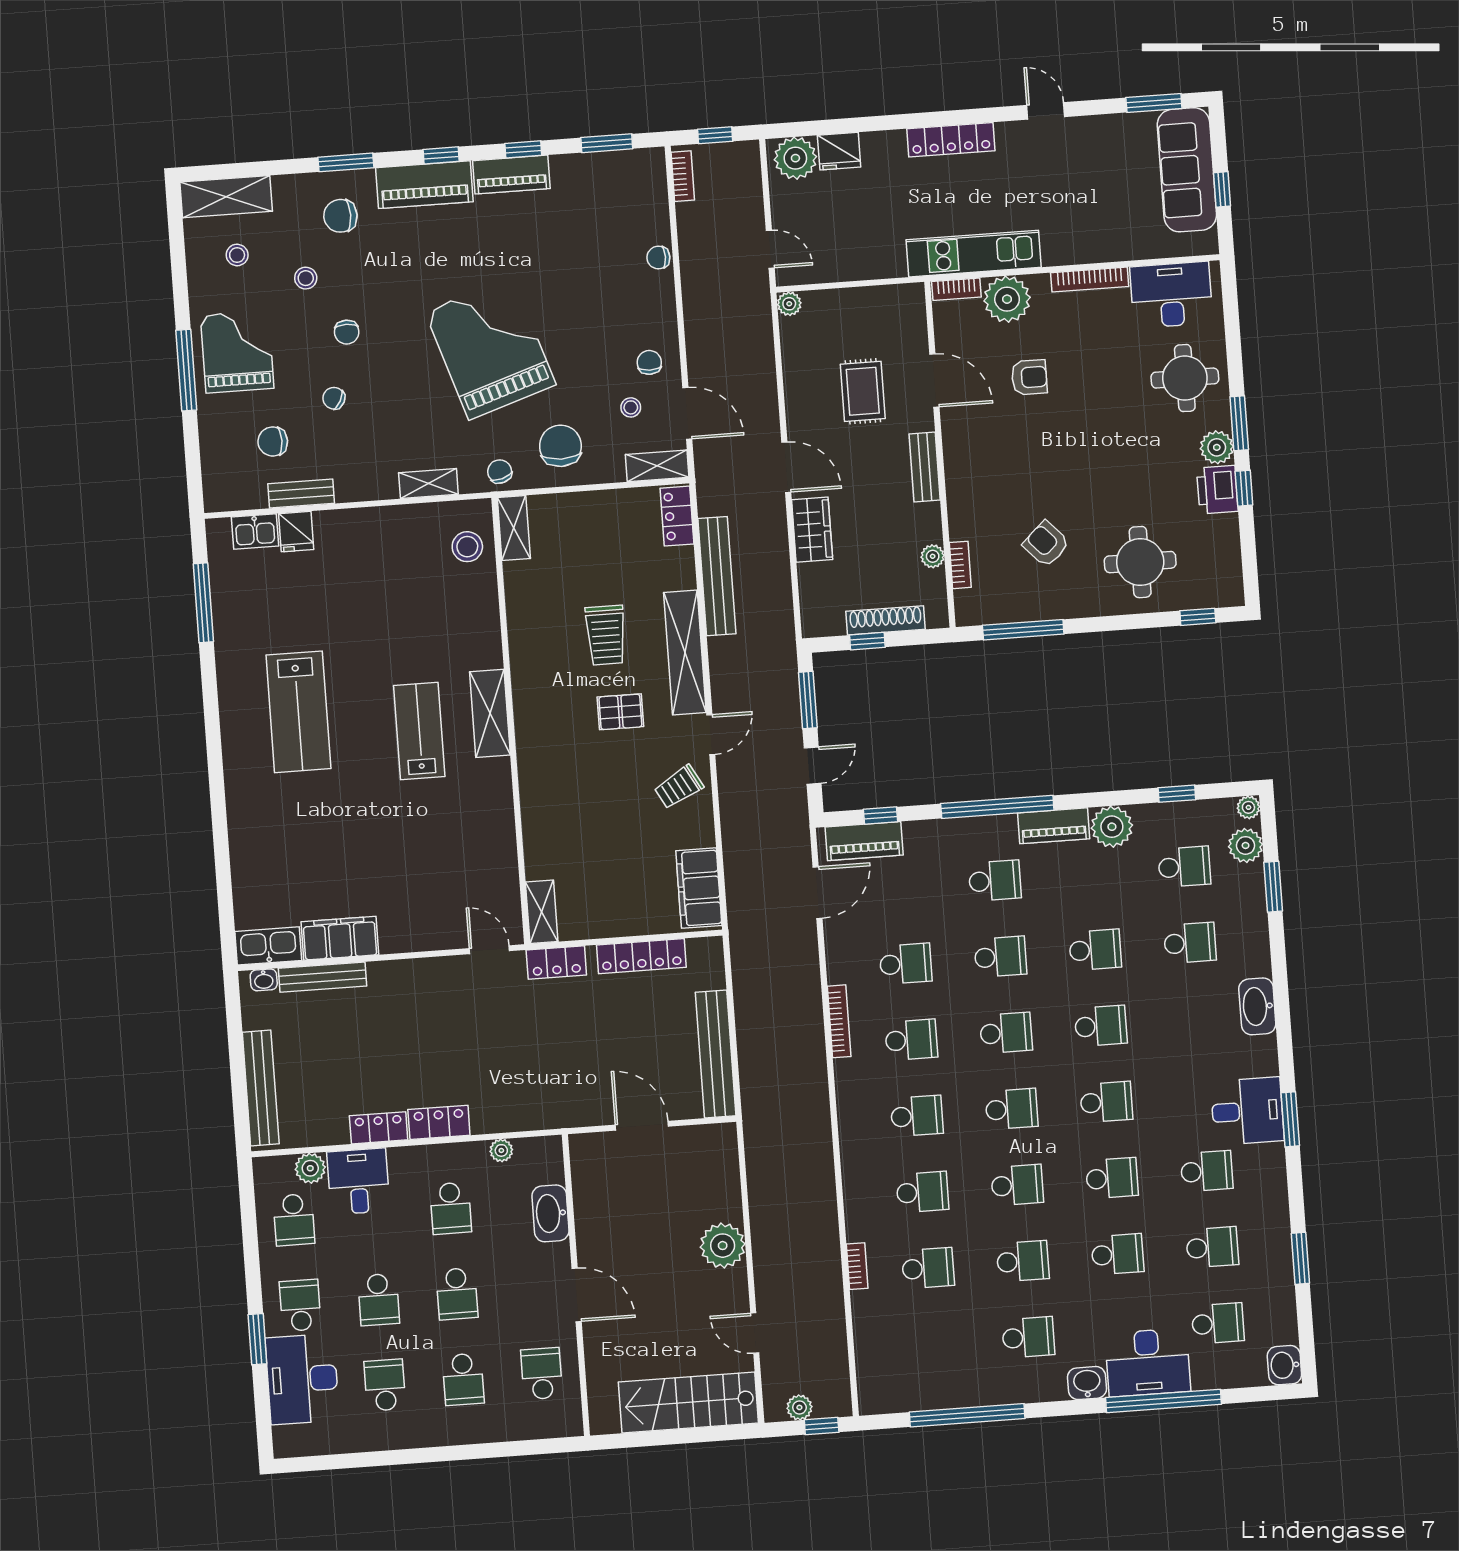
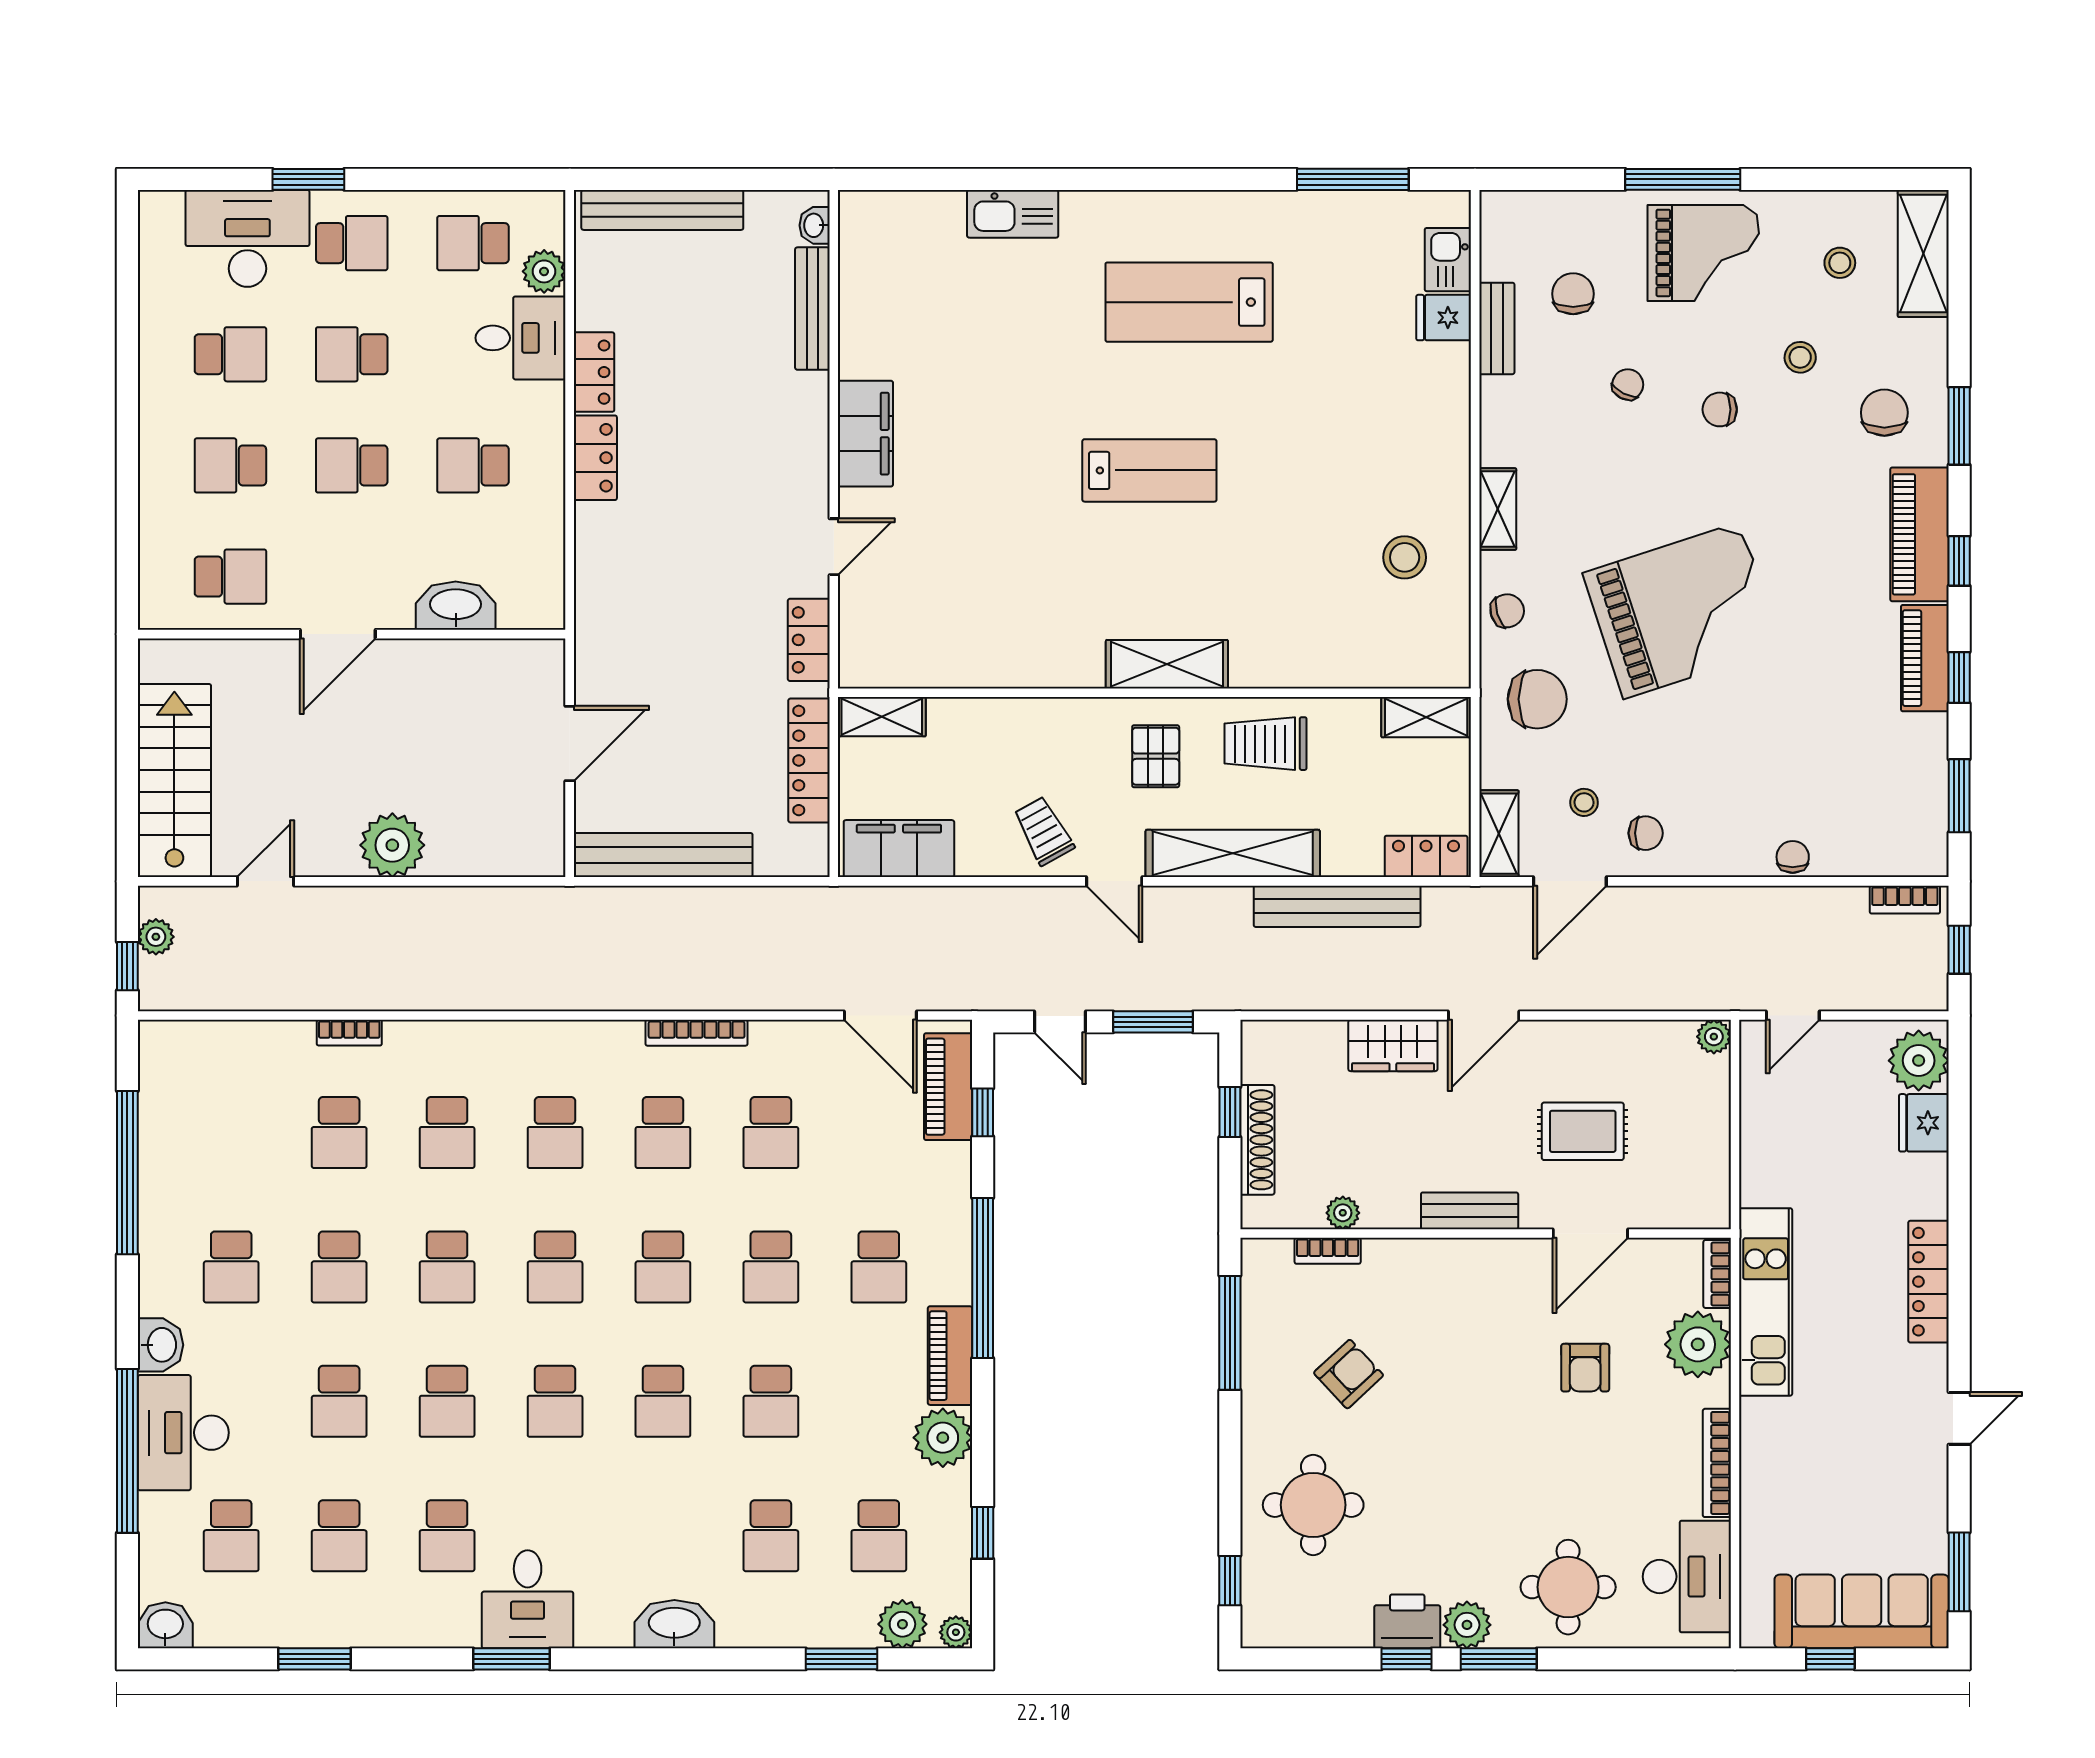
shelving: (514, 528) -> (1426, 717), moved
shelving: (490, 713) -> (1167, 664), moved
wall: (511, 721) -> (1154, 693), moved
shelving: (542, 912) -> (882, 717), moved
filing cabinet: (340, 938) -> (865, 434), moved
kitchen sink: (268, 946) -> (1013, 214), moved, turned 90
plant: (501, 1150) -> (549, 543), removed

